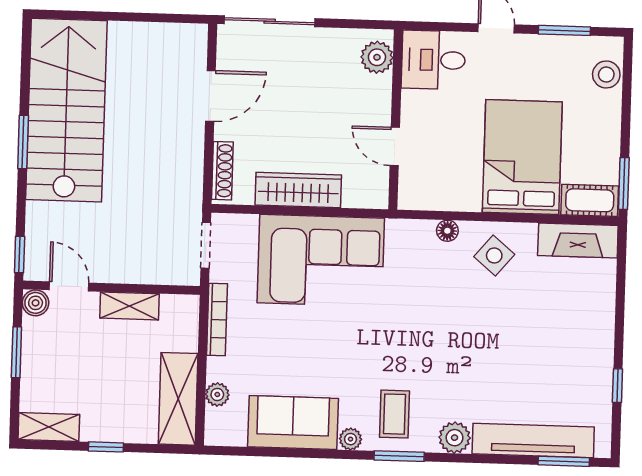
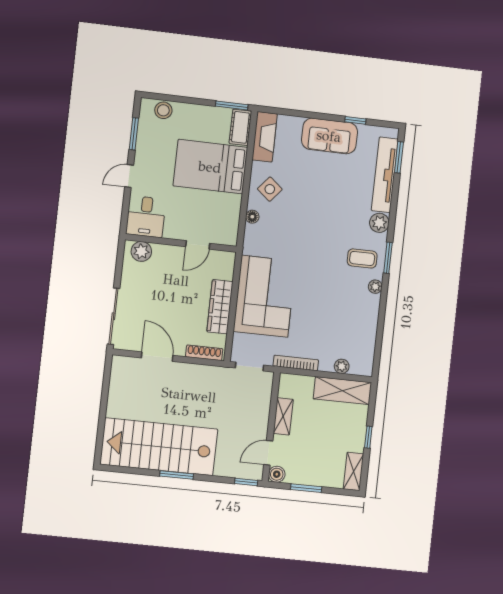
sofa: (293, 423) -> (329, 136), moved, turned -90

